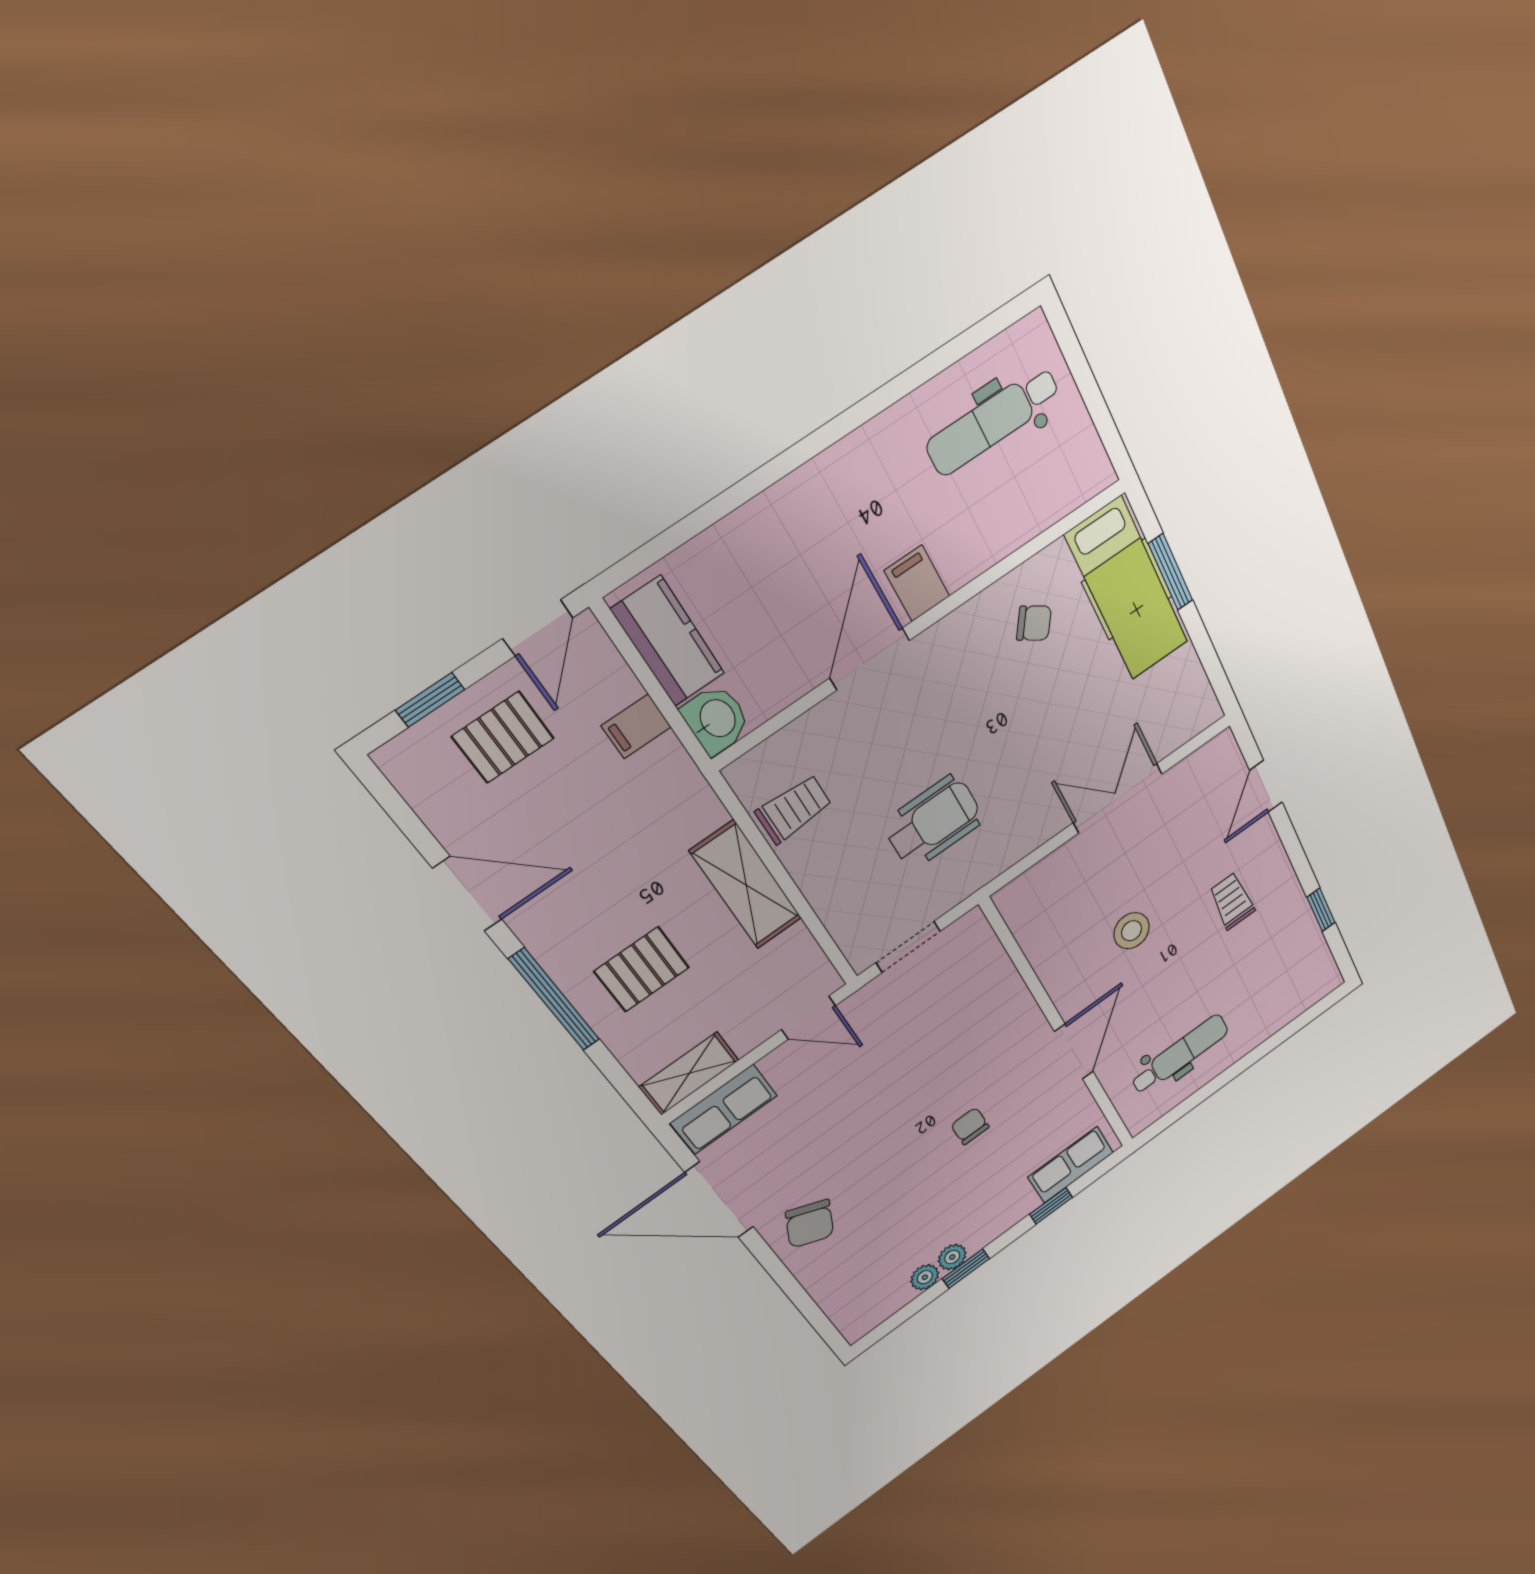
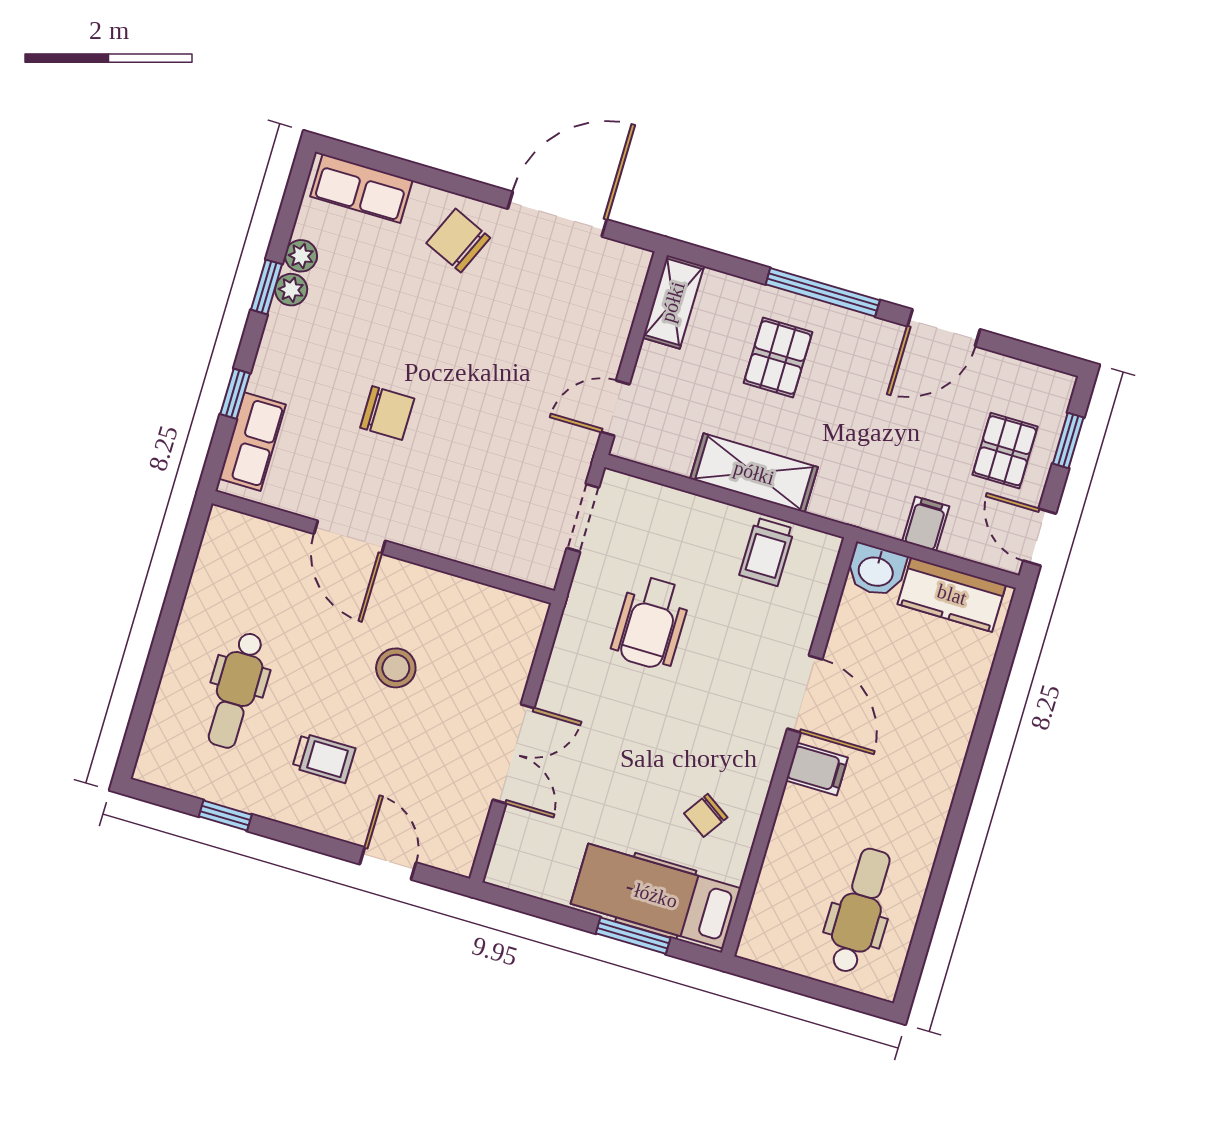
dental chair: (1180, 1054) -> (236, 690), moved
row of seats: (724, 1109) -> (361, 188), moved, turned -90
chair: (970, 1126) -> (387, 413), width x1.37, depth x1.37

